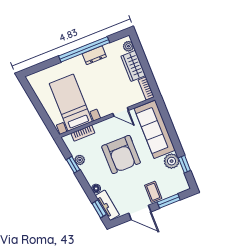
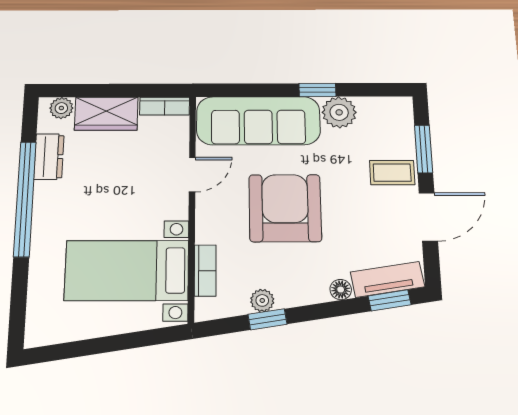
dresser: (94, 55) -> (49, 157), moved
armchair: (121, 155) -> (285, 208), turned -90
window: (184, 164) -> (317, 90), moved

